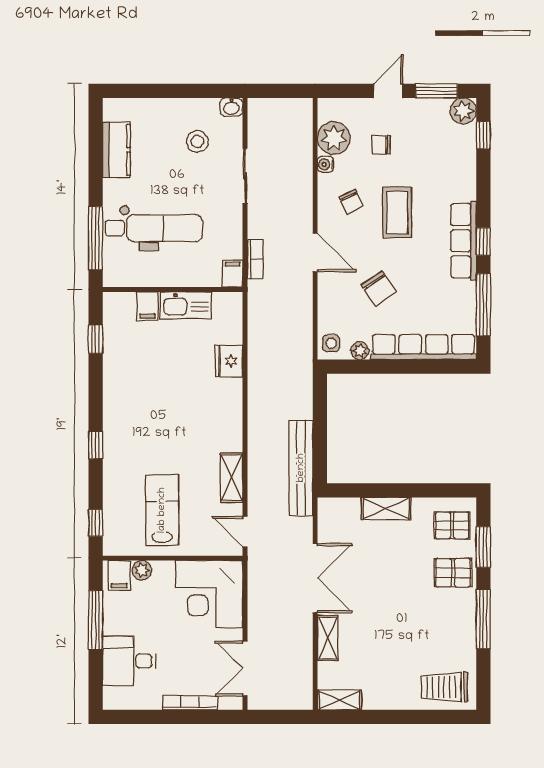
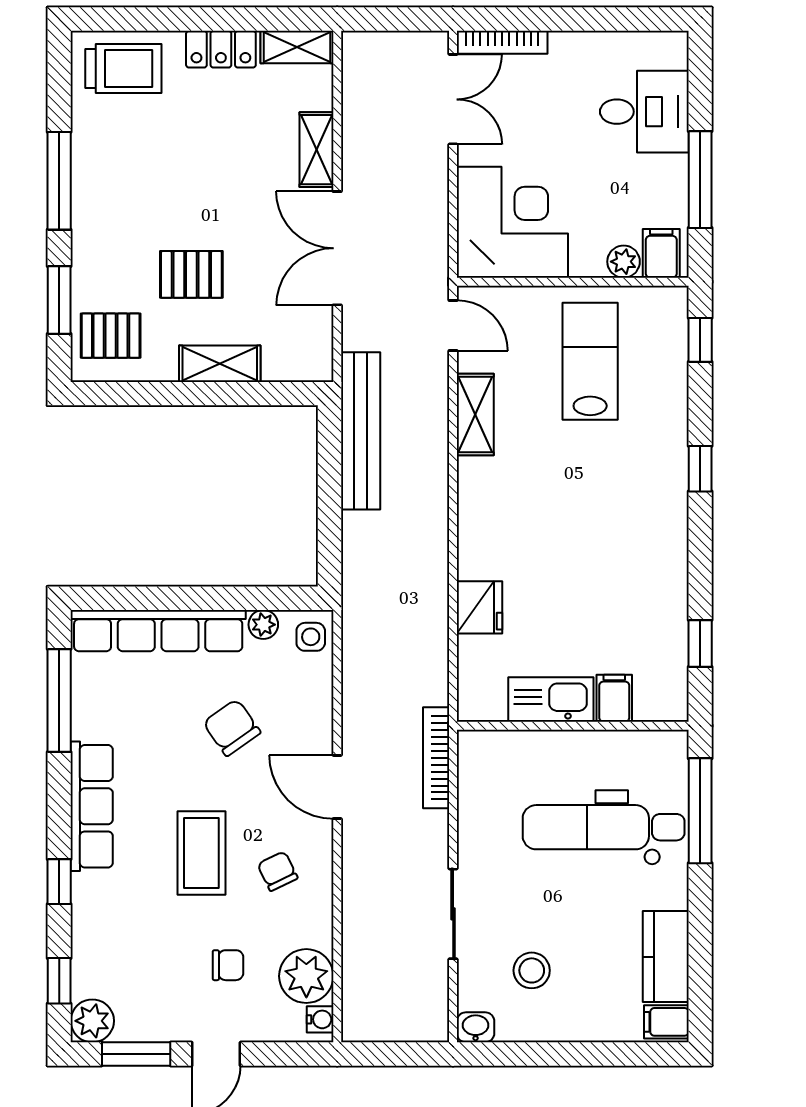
water cooler: (325, 164) -> (320, 1019), moved
window: (483, 241) -> (59, 882), moved
bookcase: (255, 259) -> (436, 758), width x1.56
filing cabinet: (233, 274) -> (666, 1022), moved, turned 90
lab bench: (162, 510) -> (590, 361), turned 180
pallet: (453, 573) -> (191, 274), moved
locker: (385, 699) -> (221, 49), added
bookcase: (190, 703) -> (502, 42), moved

